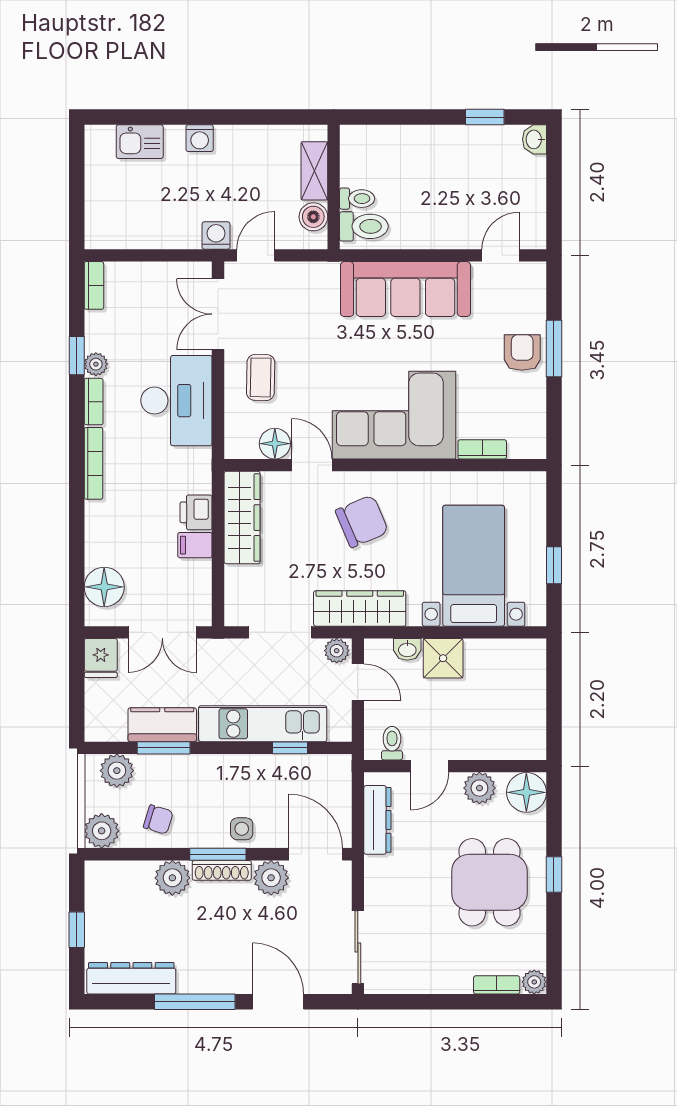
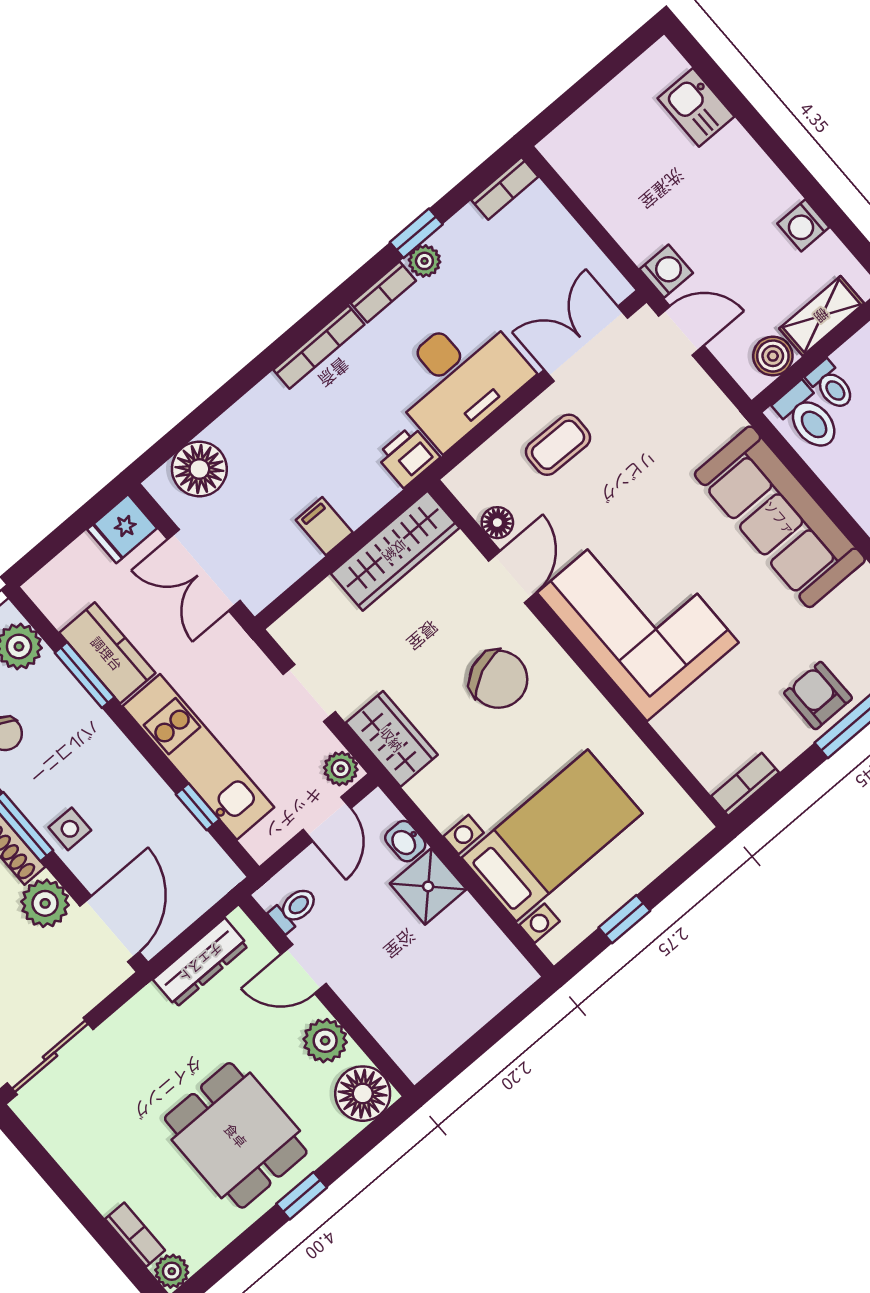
washing machine: (200, 138) -> (803, 225), moved
armchair: (522, 353) -> (818, 696), turned -90
floor lamp: (275, 444) -> (497, 523), width x0.73, depth x0.73
bookcase: (482, 449) -> (745, 784), moved, turned -90
printer: (196, 512) -> (408, 456), moved
wardrobe: (360, 608) -> (392, 739), width x0.67
doorway: (280, 632) -> (309, 693), width x0.73
dining table: (489, 882) -> (236, 1135), turned 90

